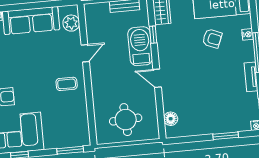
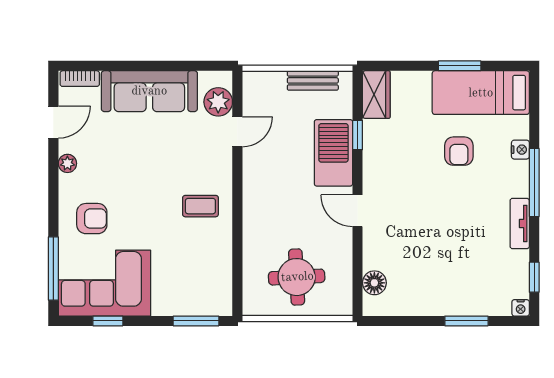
armchair: (212, 39) -> (459, 151), turned 68
door: (85, 53) -> (237, 132), moved

